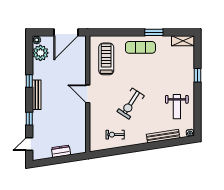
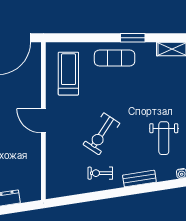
exercise bike: (115, 135) -> (100, 173), moved
bench: (163, 136) -> (139, 179), width x0.73

